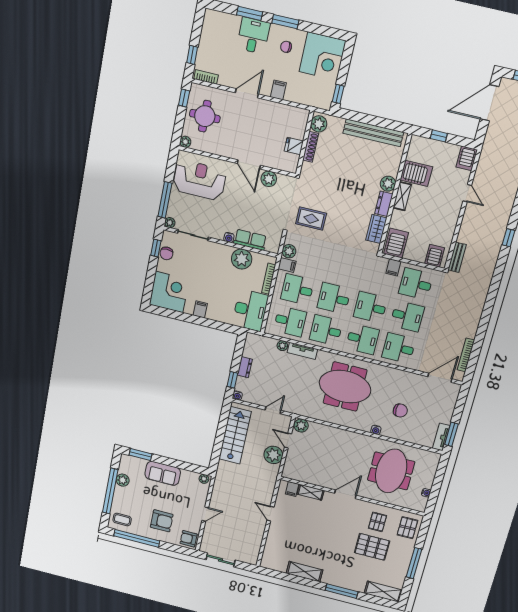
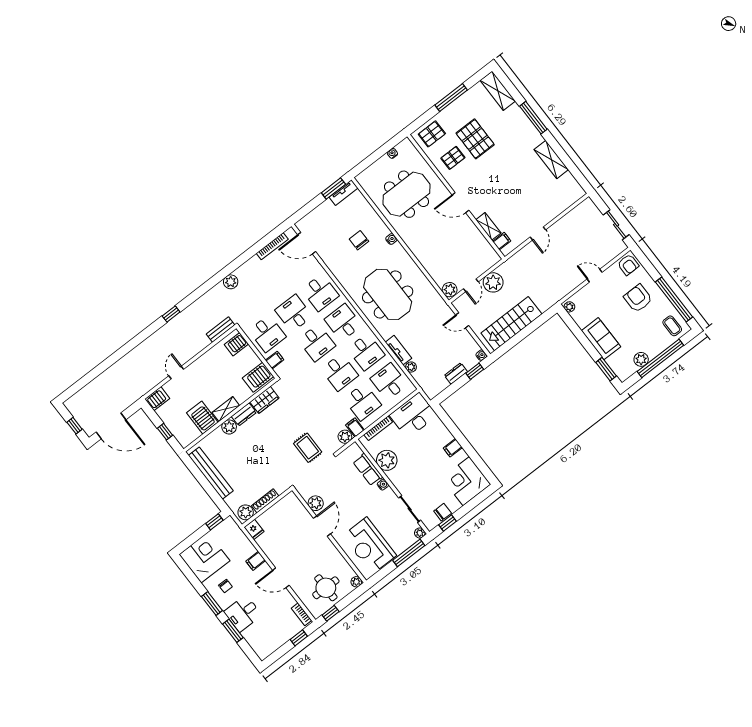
fridge: (294, 146) -> (254, 529), moved
plant: (478, 302) -> (231, 282), added

